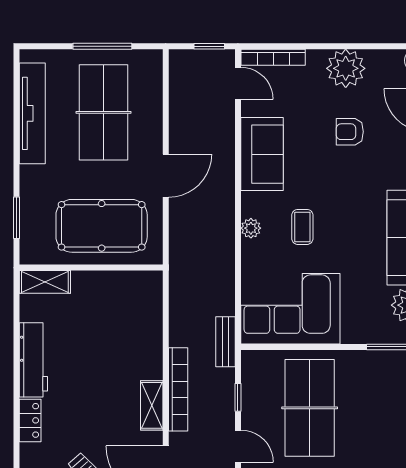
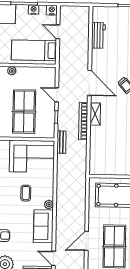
door: (166, 176) -> (86, 241), moved
plant: (251, 228) -> (49, 204), moved

